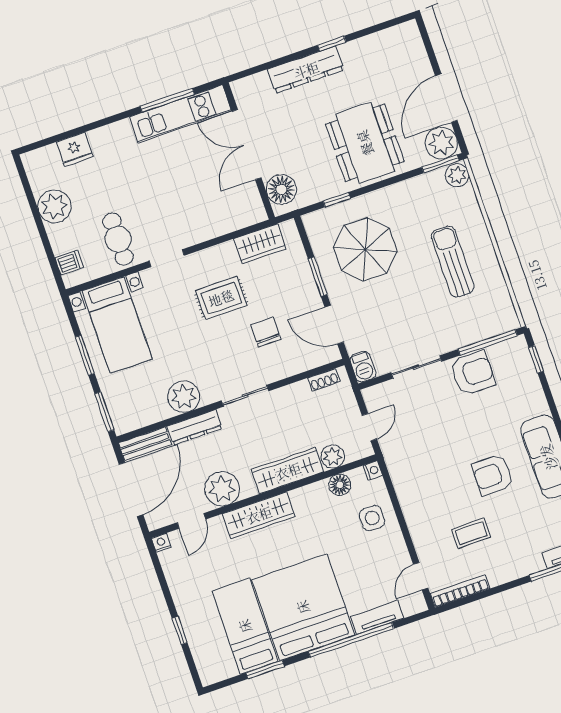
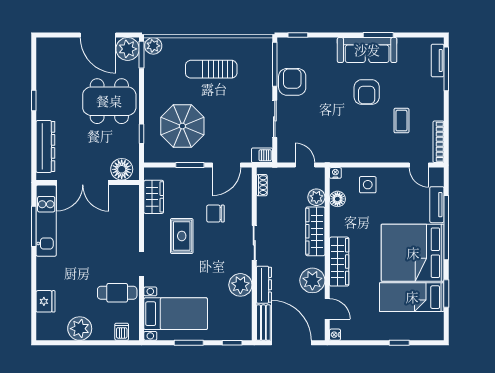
dresser: (306, 70) -> (45, 146), moved
window: (104, 412) -> (232, 343), width x0.67

